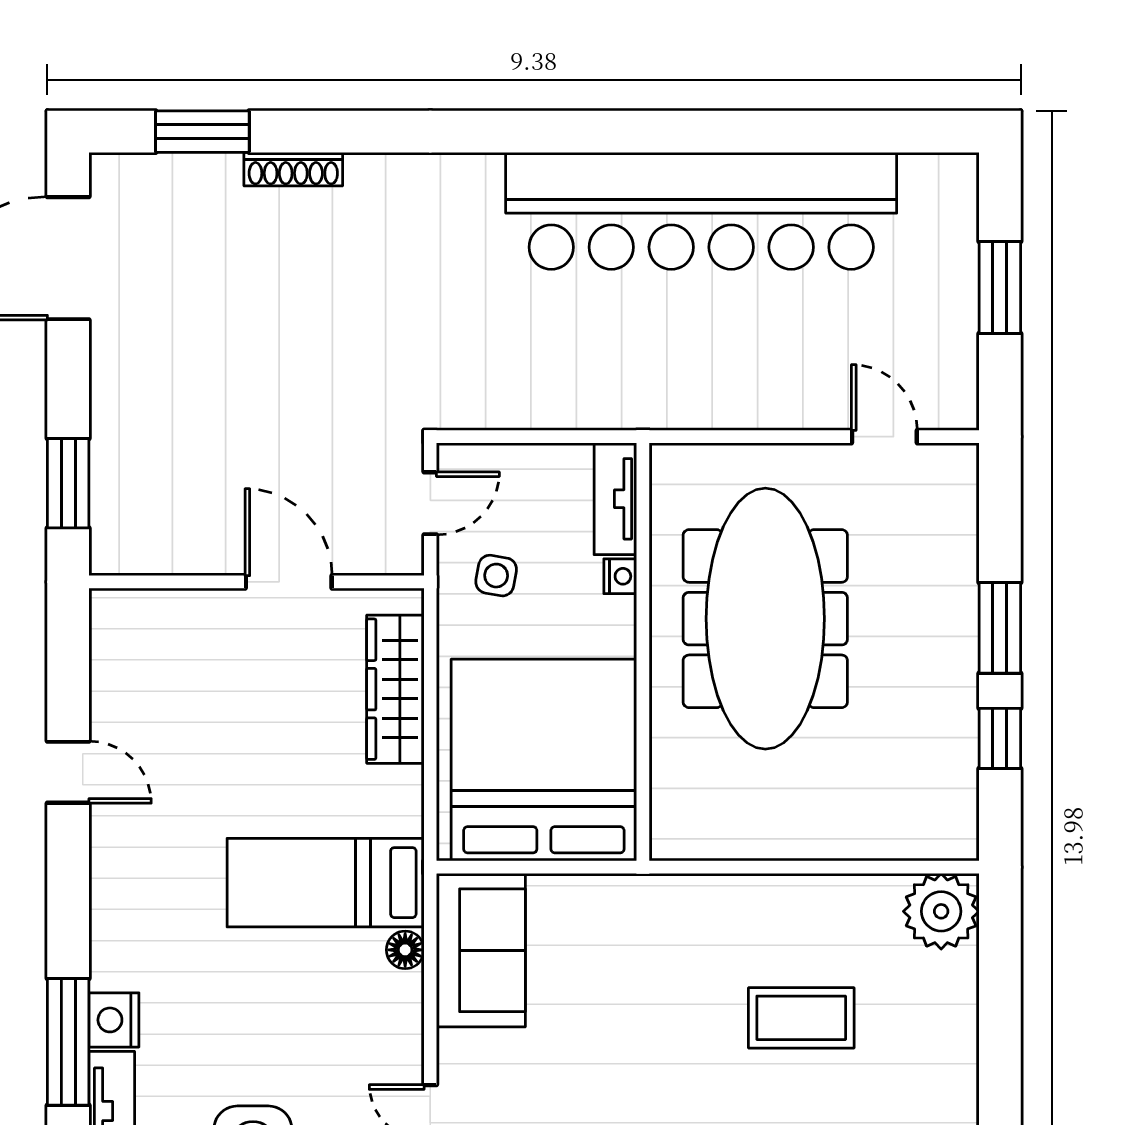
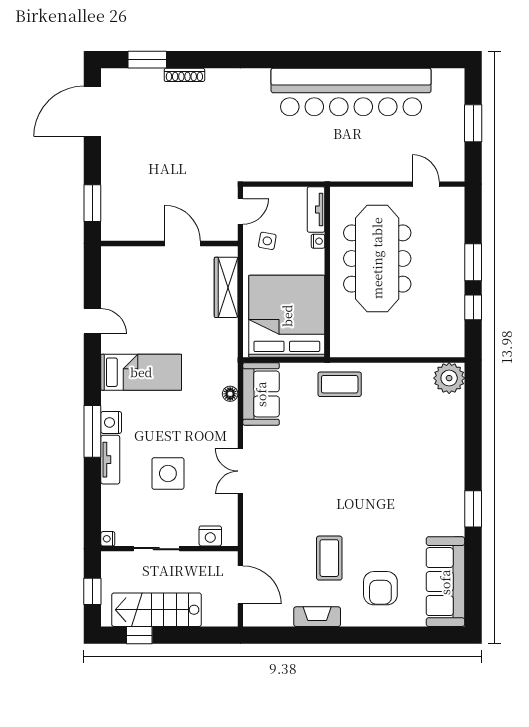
bed: (326, 883) -> (141, 372), moved, turned 180
coffee table: (801, 1018) -> (340, 384), moved

